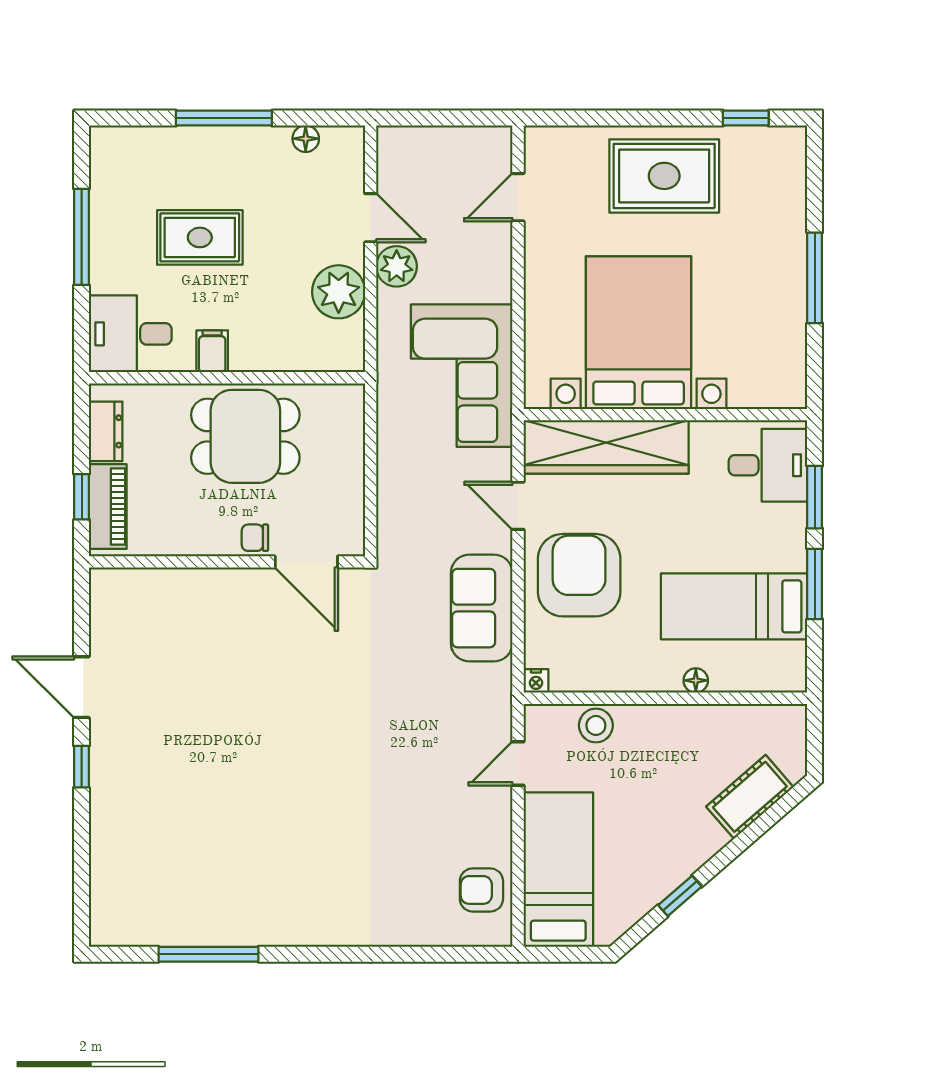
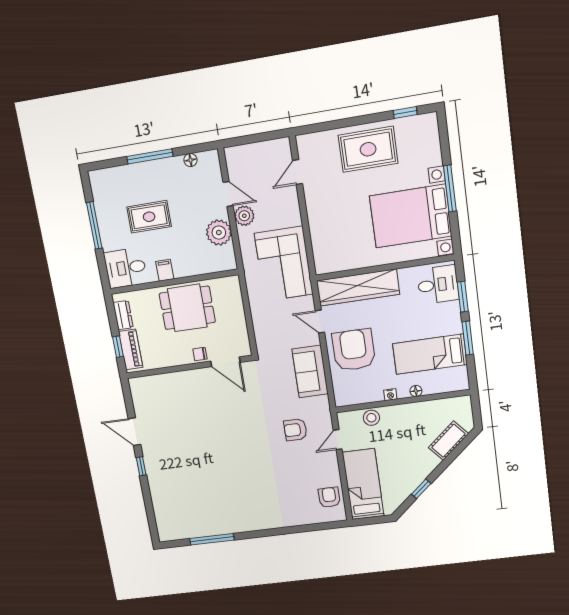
bed with nightstands: (639, 333) -> (411, 216), moved, turned -90
nightstand: (536, 681) -> (390, 395), moved
armchair: (431, 730) -> (295, 430), added
armchair: (481, 890) -> (329, 497), turned 90

